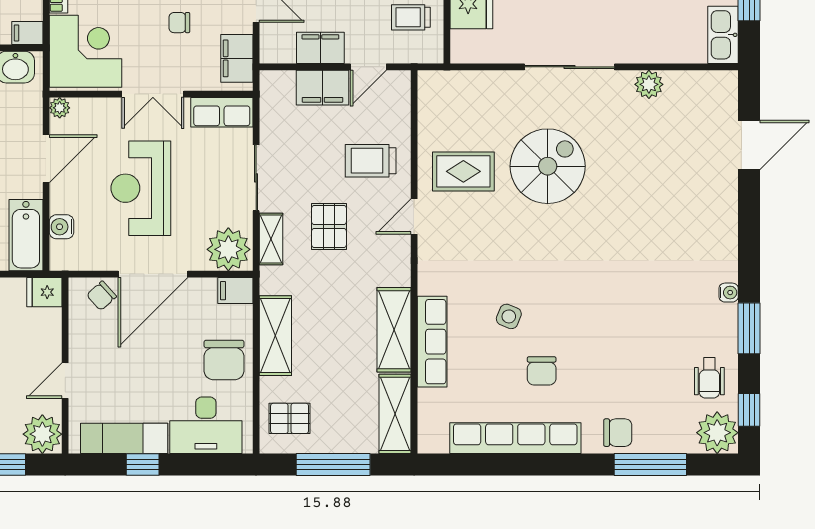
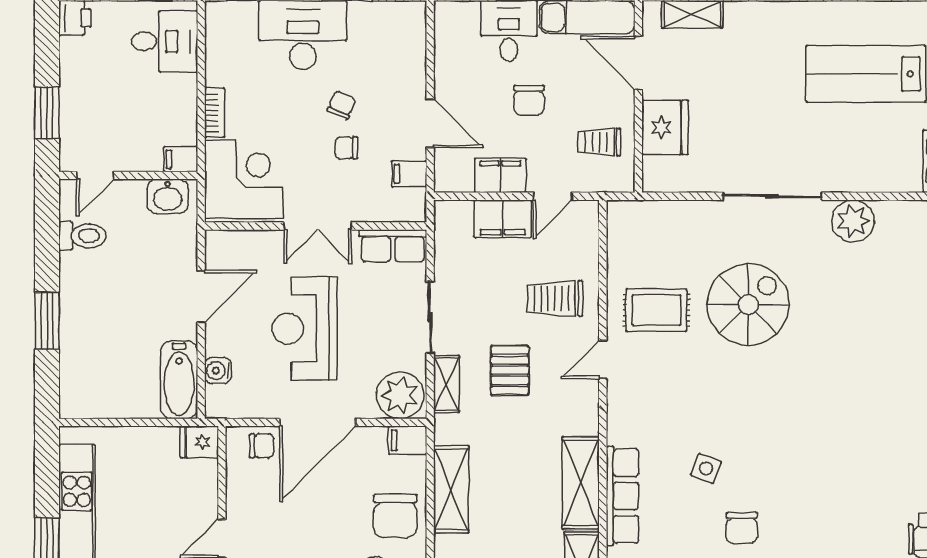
filing cabinet: (237, 58) -> (409, 174), width x0.50
plant: (649, 84) -> (853, 221), width x1.36, depth x1.36
plant: (60, 108) -> (216, 241), removed
chair: (102, 296) -> (262, 446), turned -138

